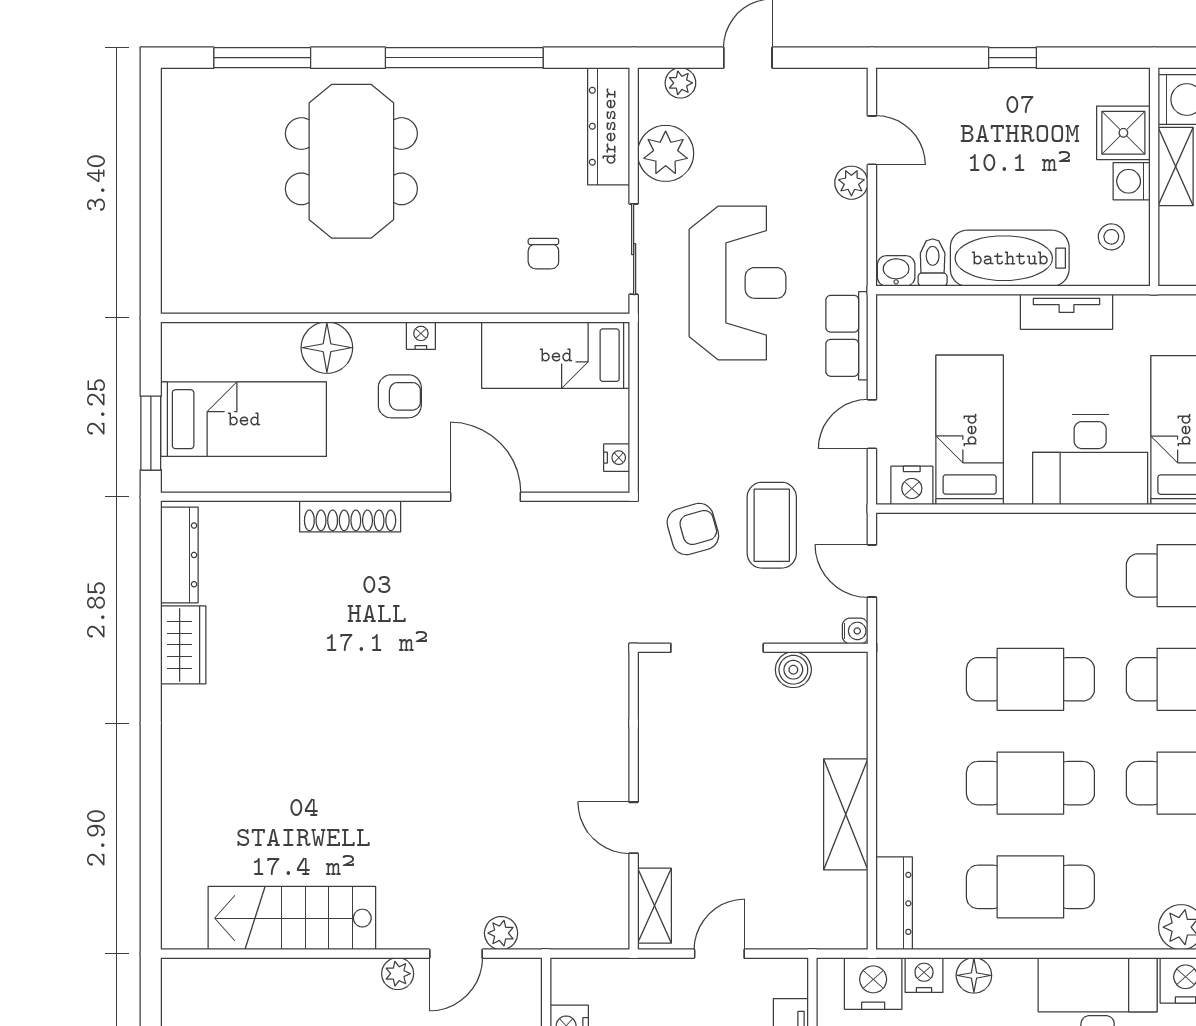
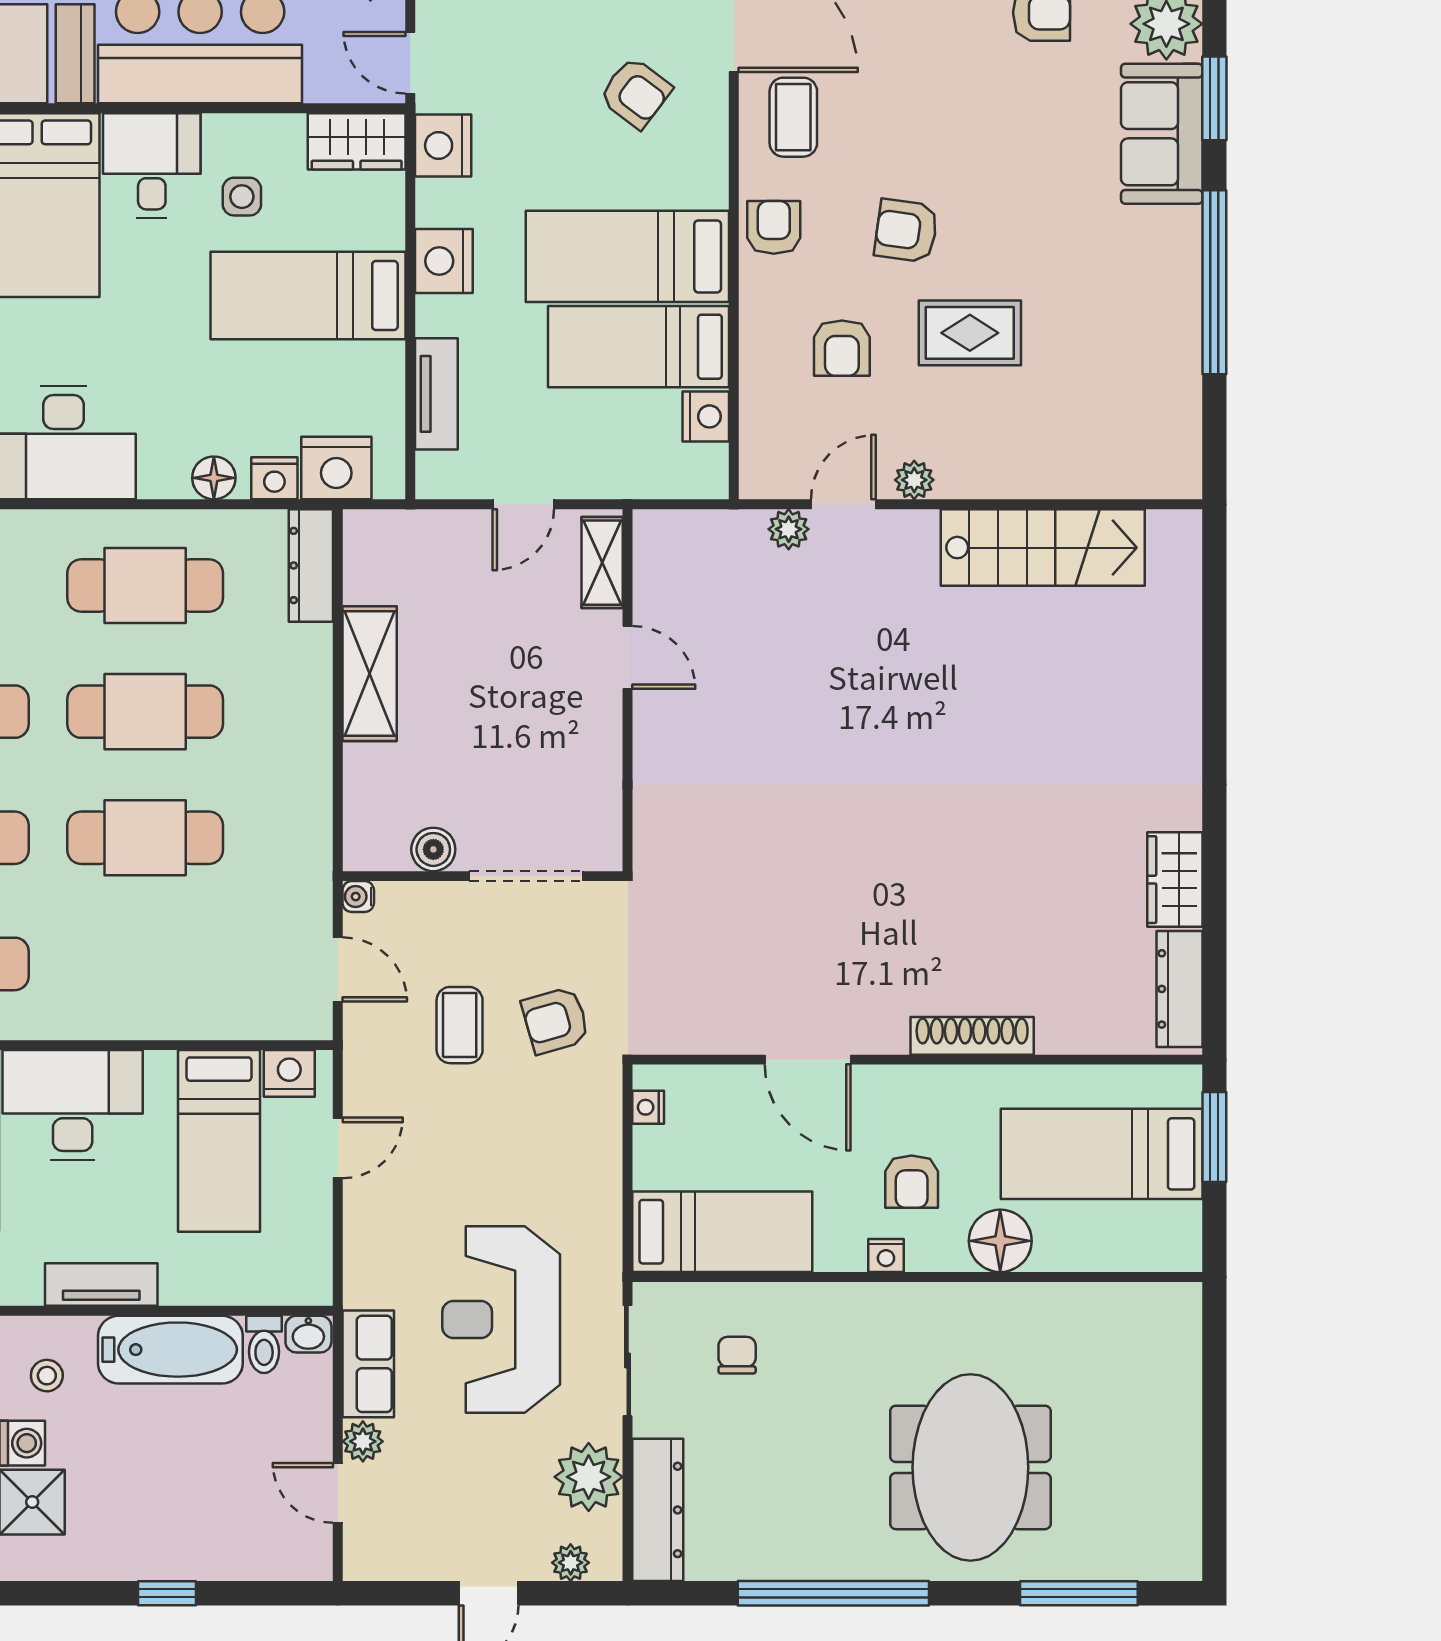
row of seats: (847, 336) -> (368, 1364), moved
armchair: (400, 396) -> (912, 1182), turned -90
coffee table: (772, 525) -> (460, 1025), width x0.73, depth x0.77

